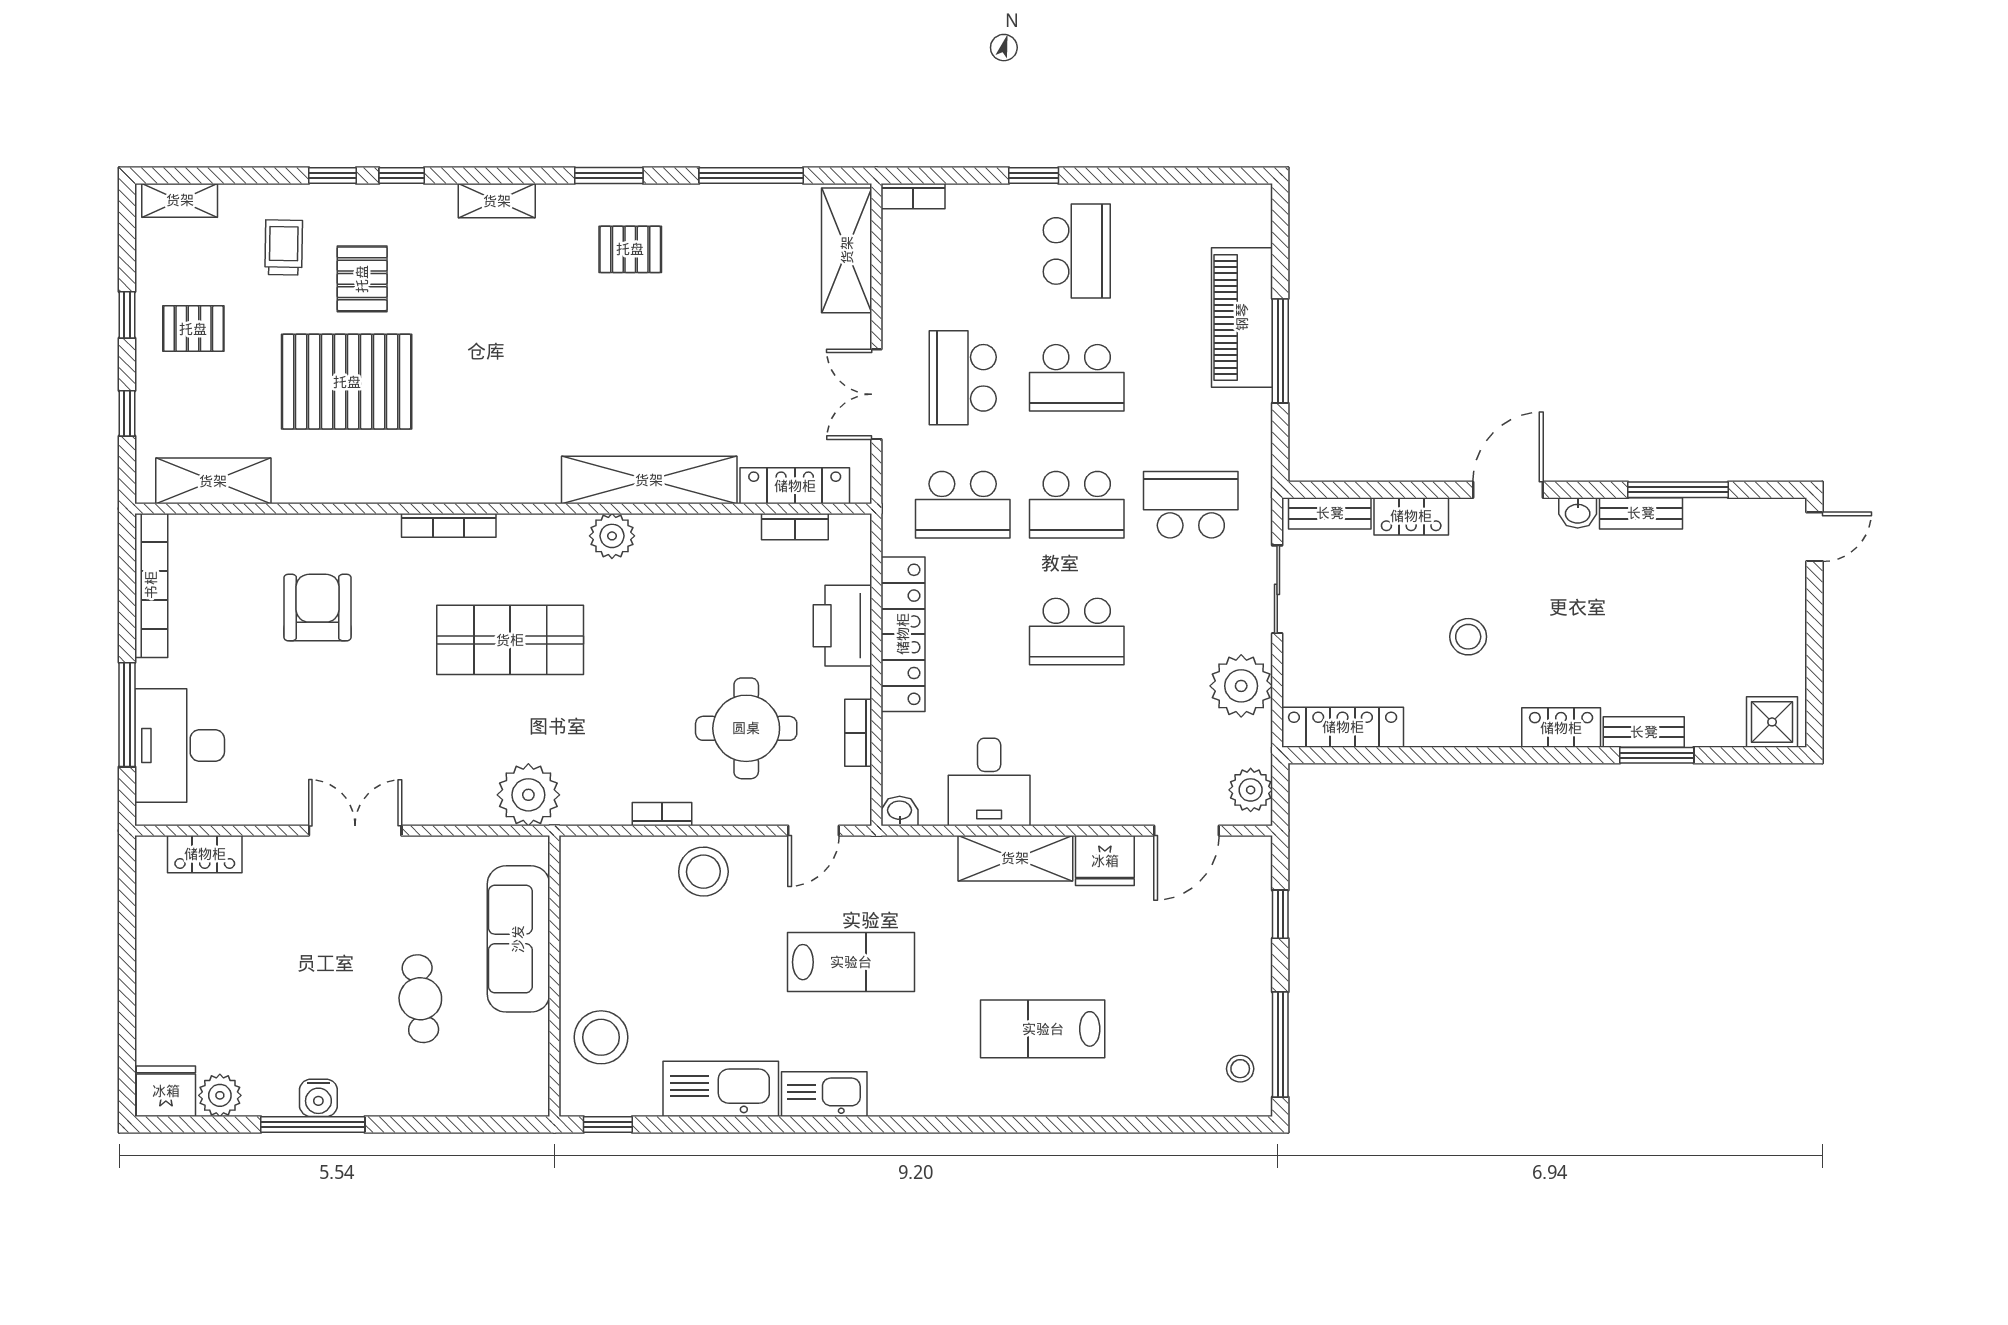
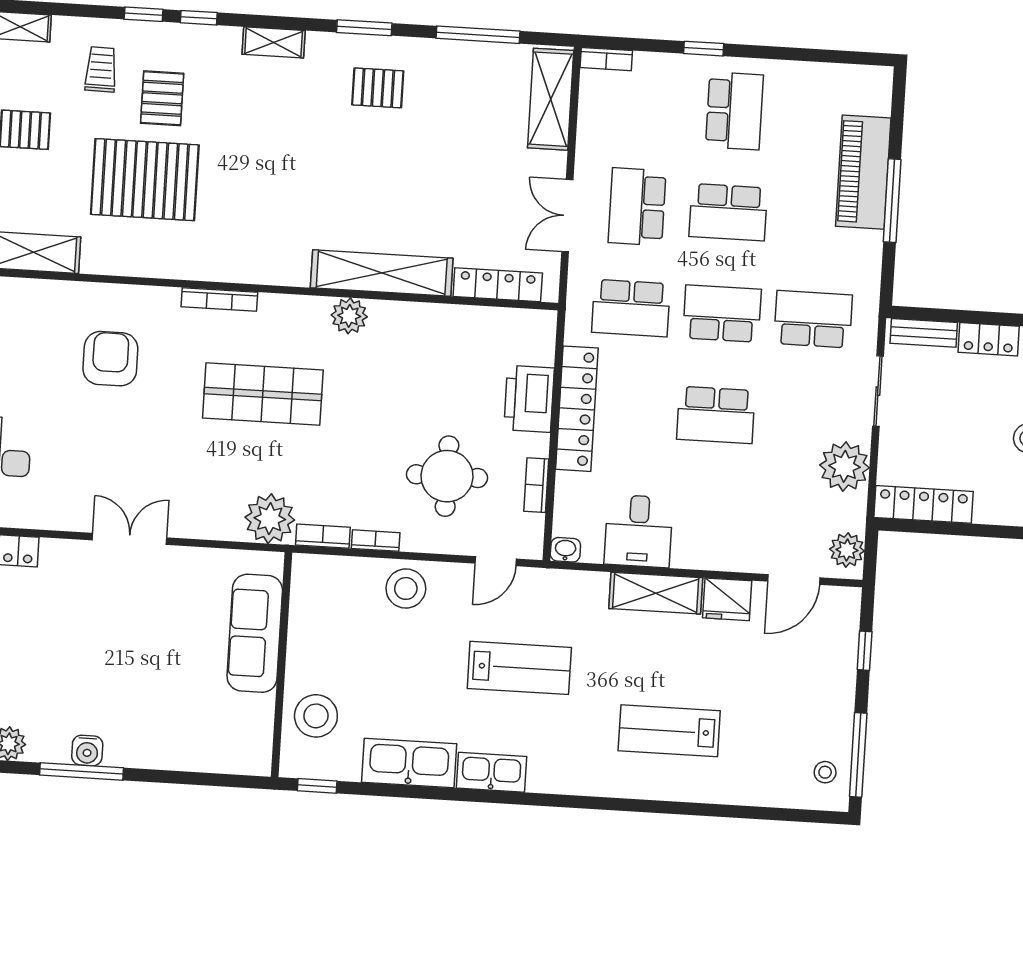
school desk: (1077, 505) -> (722, 314), turned 180
bookcase: (795, 527) -> (323, 536), moved, turned 180
cafe table: (420, 999) -> (173, 676), removed

